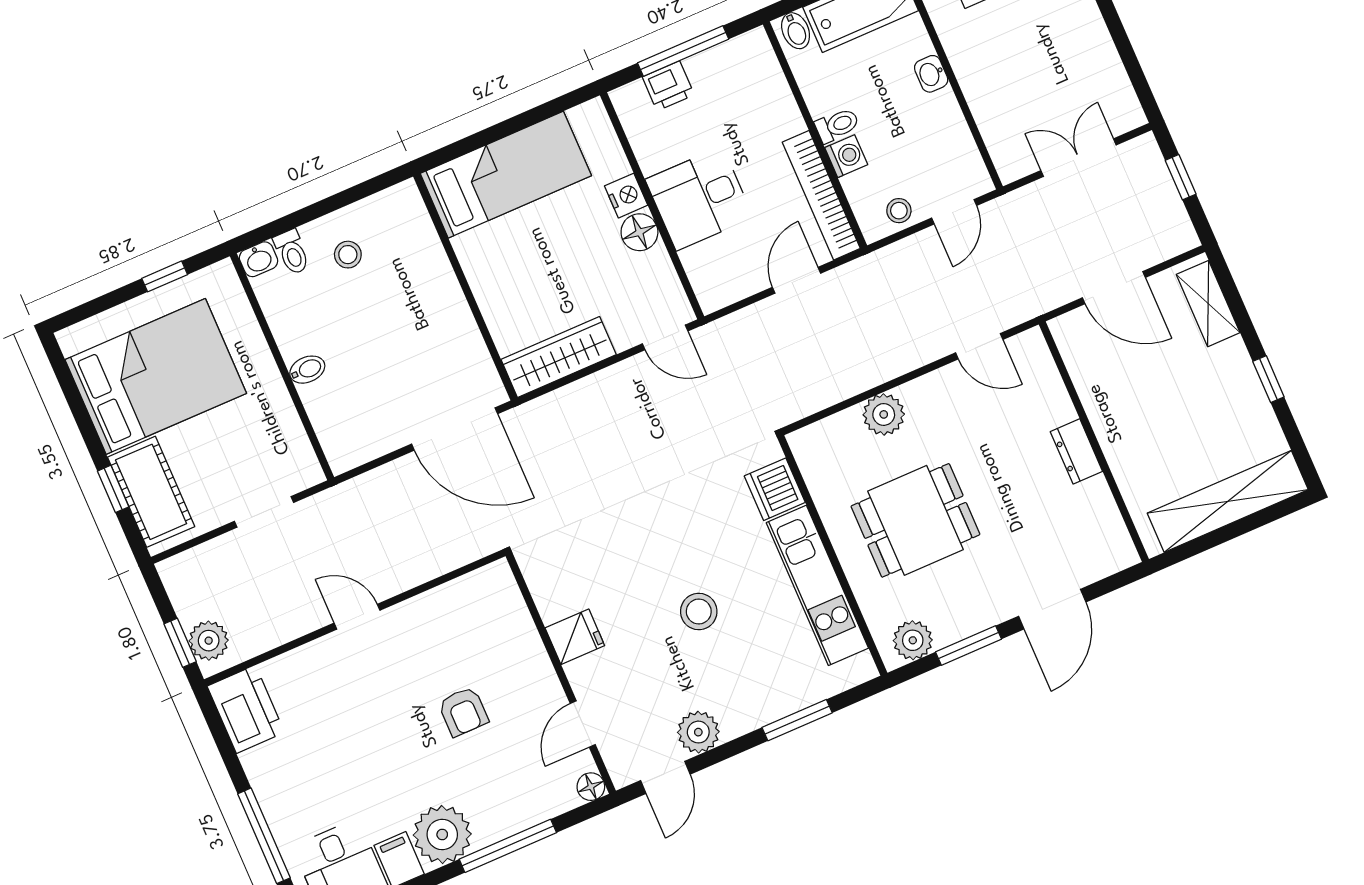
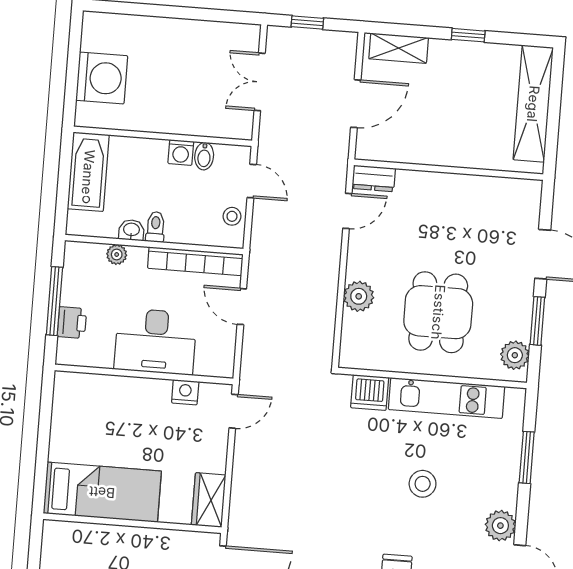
bidet: (796, 31) -> (204, 156), moved, turned 90
washbasin: (931, 74) -> (131, 230), moved, turned 180
plant: (779, 96) -> (117, 254), added
washing machine: (846, 156) -> (181, 153), moved, turned 180
bed: (506, 175) -> (102, 492), moved, turned 90
nightstand: (626, 196) -> (185, 392), moved
desk: (699, 199) -> (155, 341), width x1.37
floor lamp: (639, 232) -> (157, 392), removed
wardrobe: (559, 357) -> (209, 500), width x0.67
dresser: (1076, 451) -> (374, 178), moved

